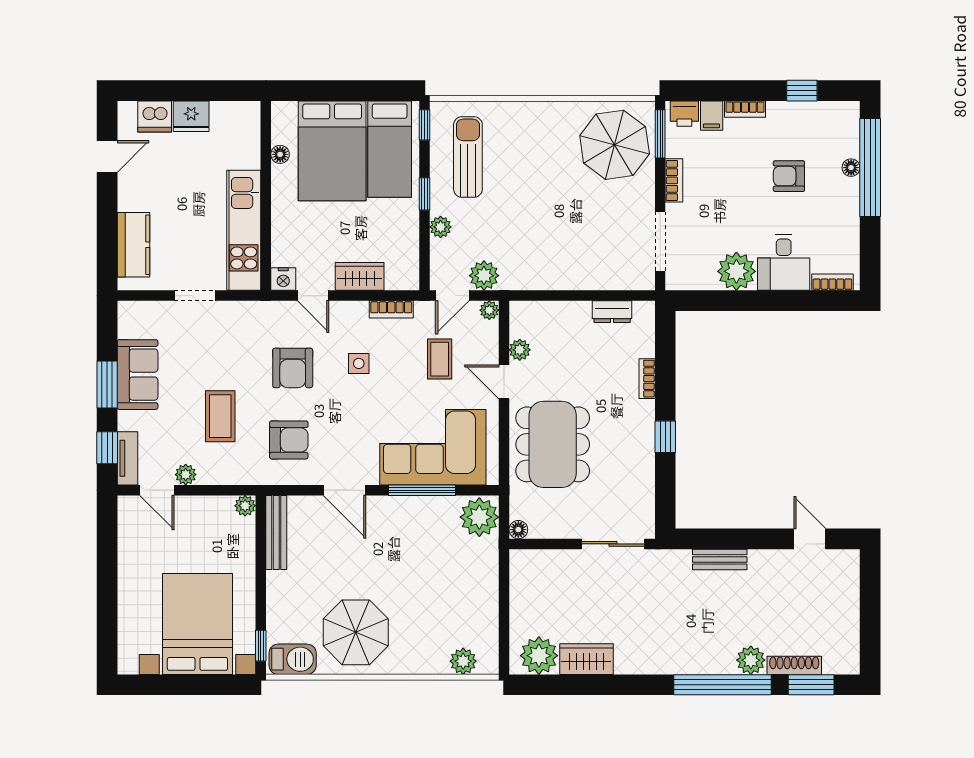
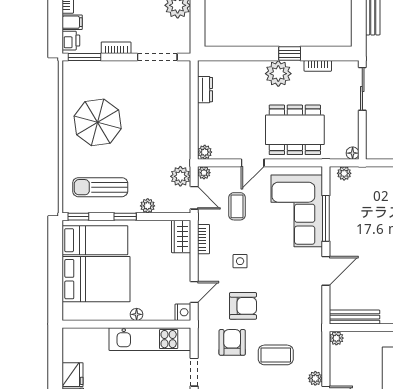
parasol: (615, 145) -> (98, 122), moved
floor lamp: (280, 154) -> (137, 314), moved
wardrobe: (360, 276) -> (181, 236), moved
plant: (520, 350) -> (205, 152), moved
coffee table: (440, 359) -> (237, 206), turned 90
bookcase: (647, 379) -> (318, 66), moved
plant: (636, 420) -> (278, 74), added
armchair: (289, 440) -> (232, 342), moved
plant: (479, 517) -> (344, 173), width x0.53, depth x0.53

